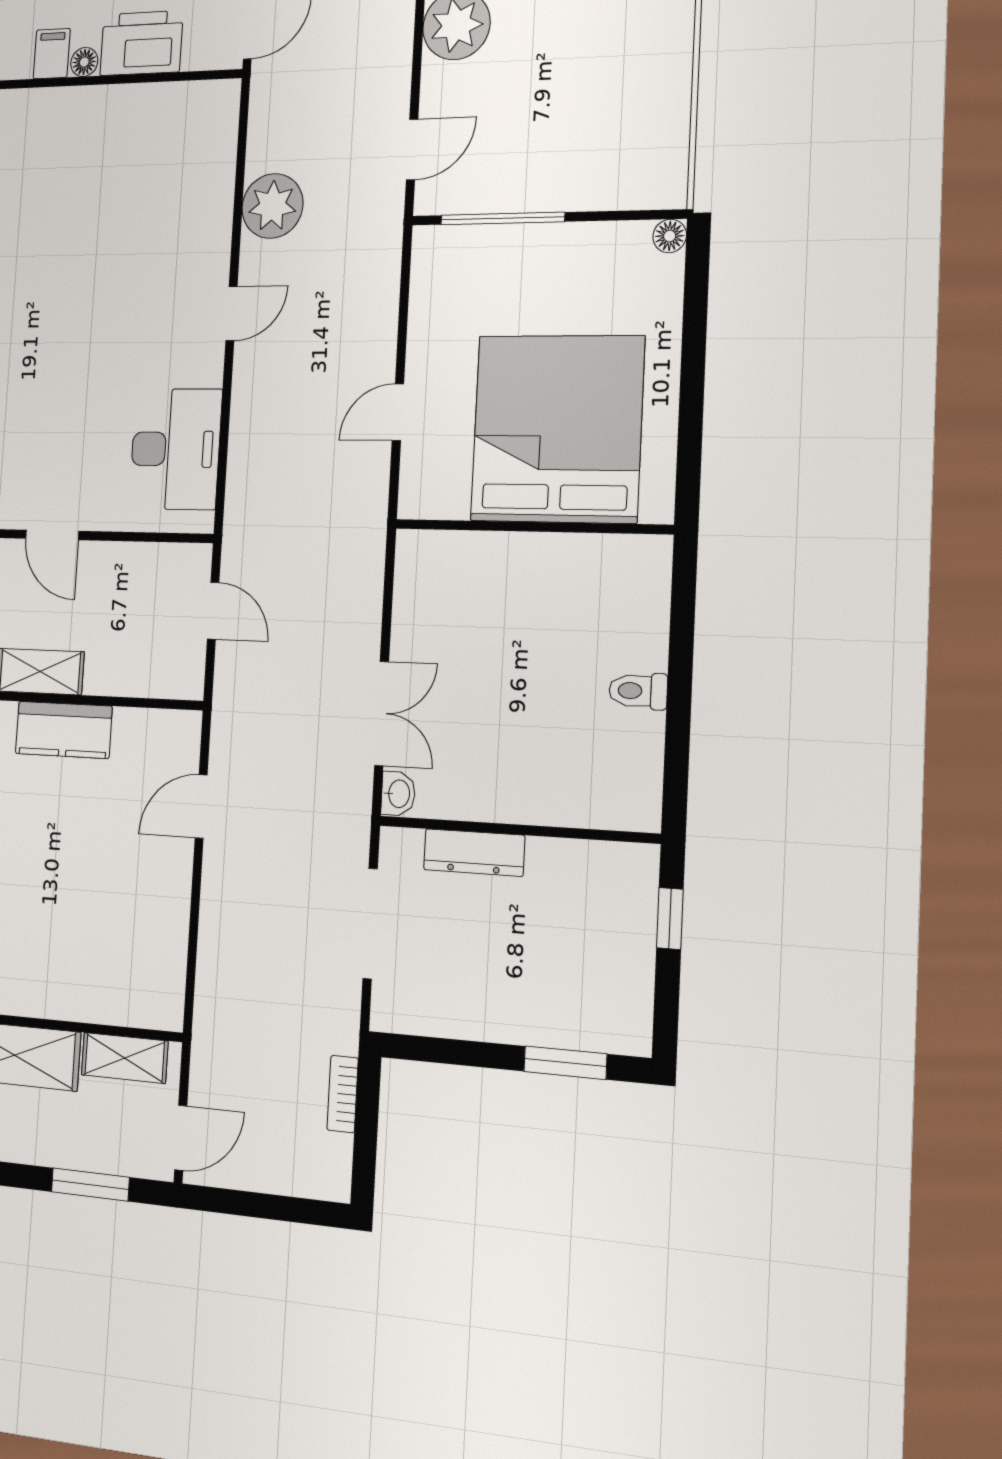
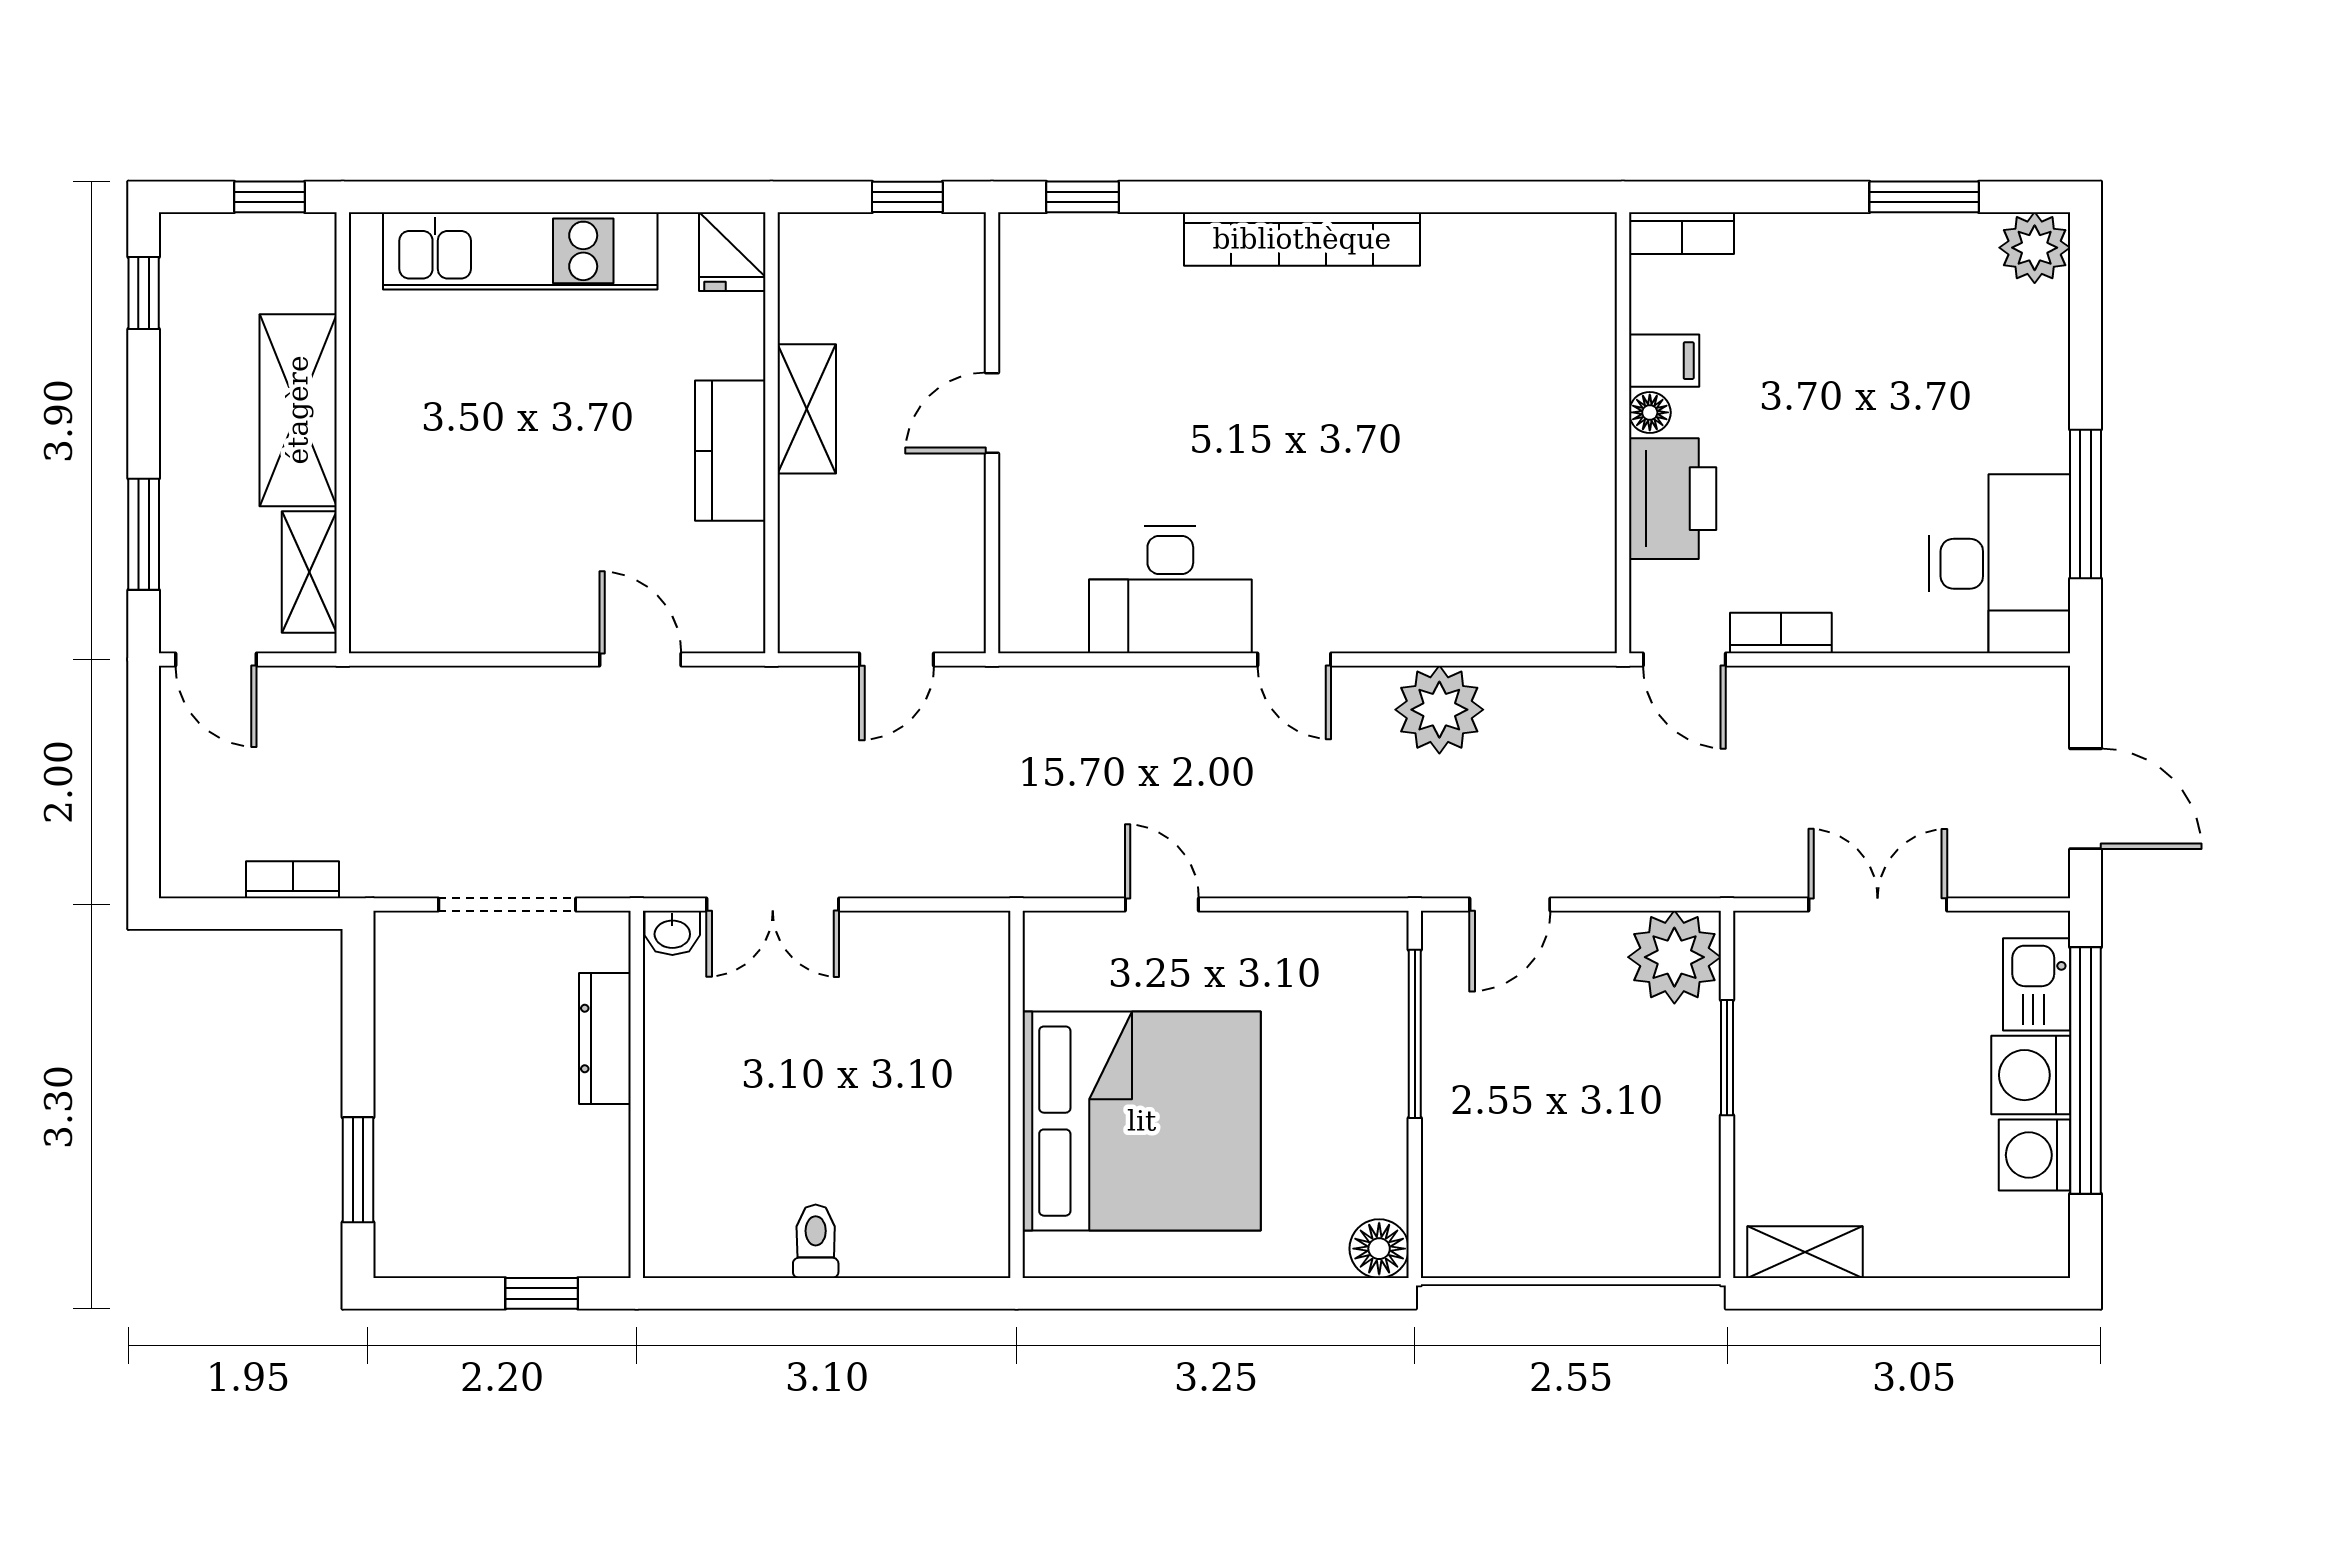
door: (412, 149) -> (1510, 904), hinge flipped
floor lamp: (670, 236) -> (1379, 1249), width x1.37, depth x1.37
desk: (175, 449) -> (1170, 589), moved

